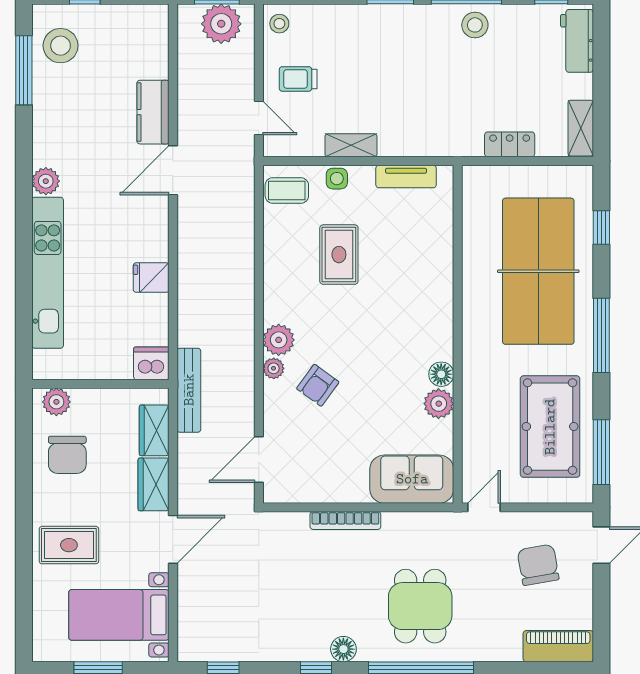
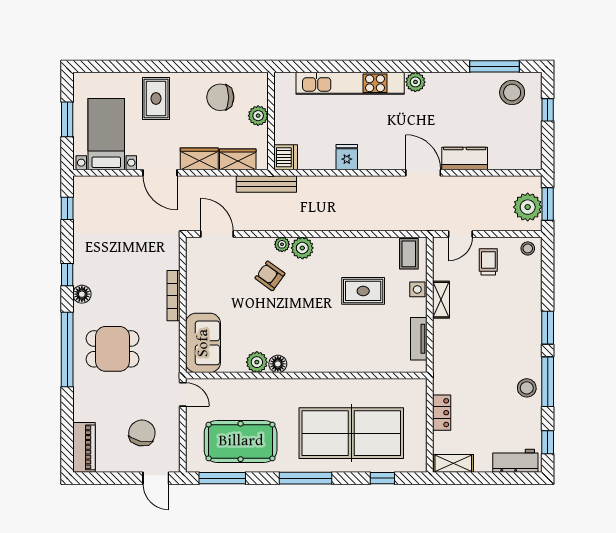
plant: (56, 402) -> (258, 116), moved
chair: (538, 565) -> (142, 433), turned -68

